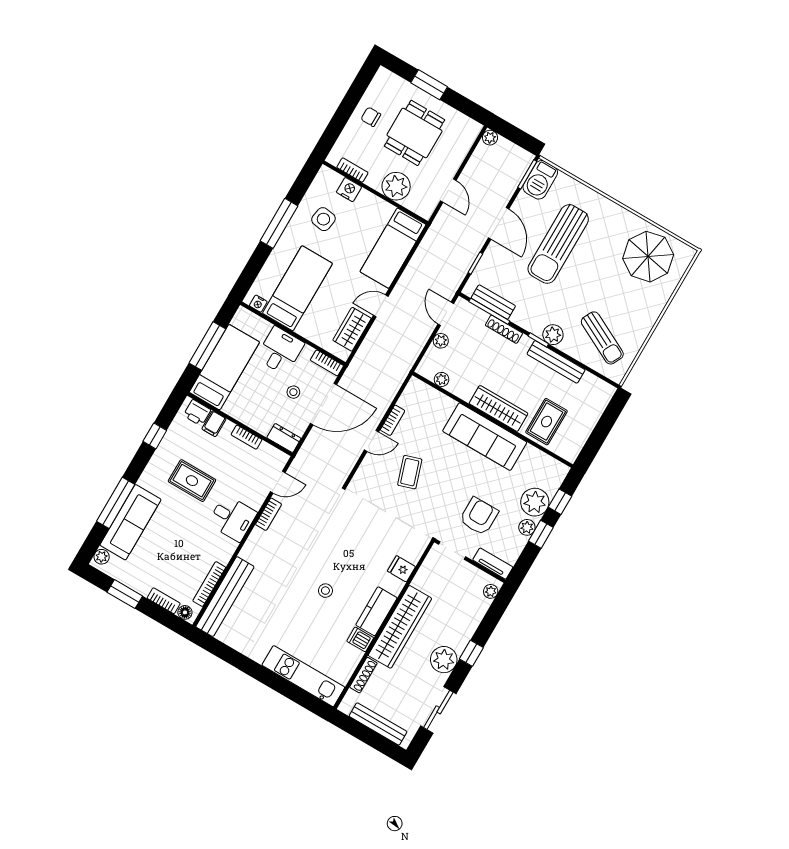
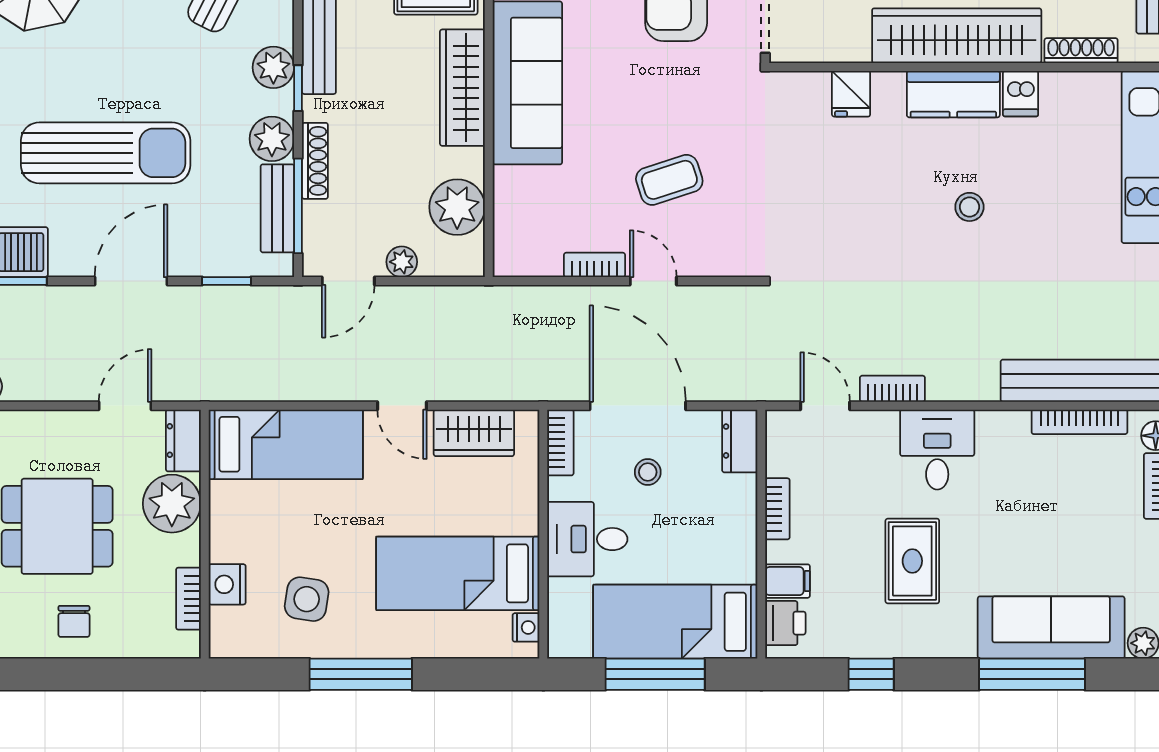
dresser: (420, 206) -> (183, 441), added
plant: (524, 317) -> (272, 139), added
plant: (442, 379) -> (457, 207), width x1.87, depth x1.87

